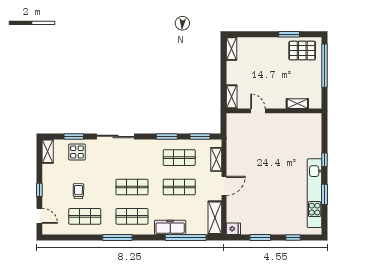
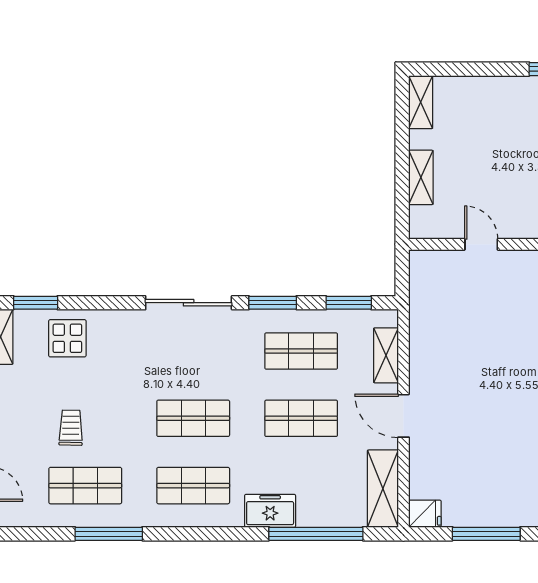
shelving: (232, 97) -> (421, 177), moved
window: (74, 136) -> (36, 303), moved
sliding door: (116, 136) -> (189, 303), moved
door: (224, 186) -> (403, 416), swing flipped
freezer: (170, 227) -> (270, 511), width x0.71
window: (117, 238) -> (109, 534), moved
window: (260, 238) -> (486, 534), width x1.44

